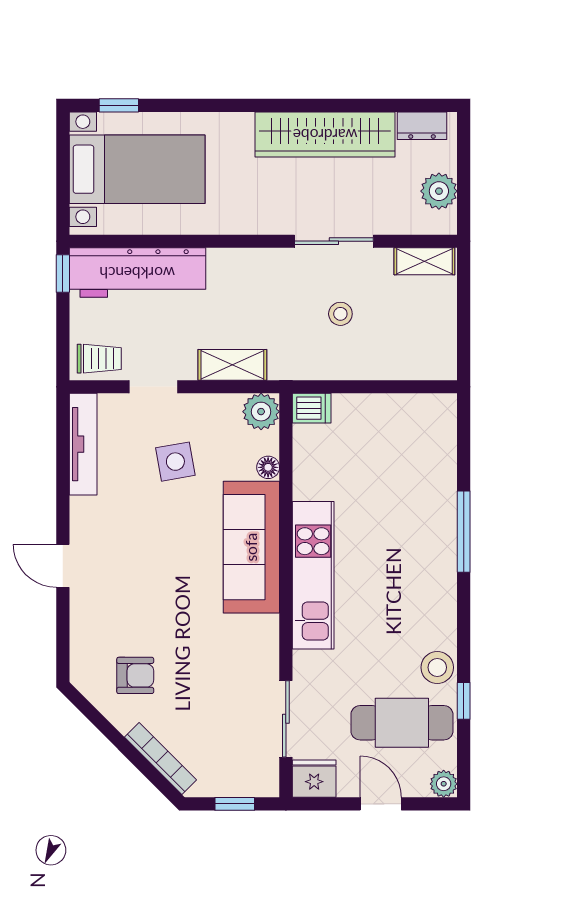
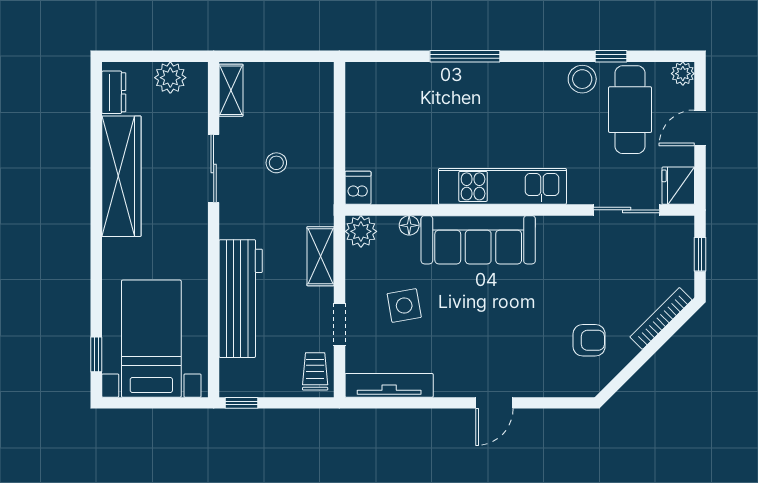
workbench: (137, 273) -> (241, 299), moved
armchair: (135, 675) -> (589, 340), turned 90

